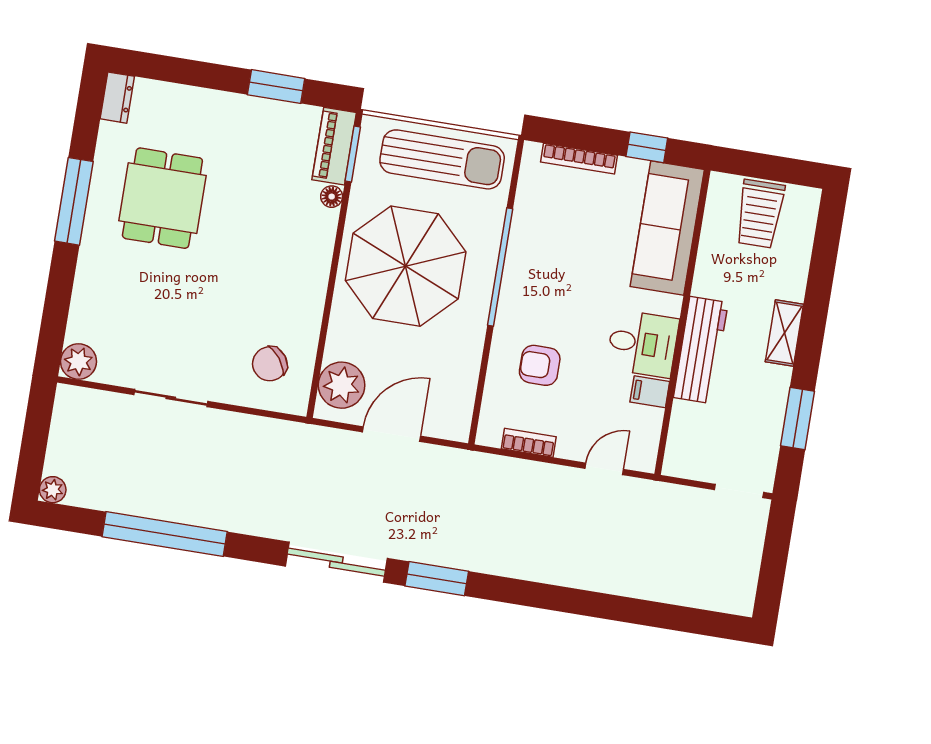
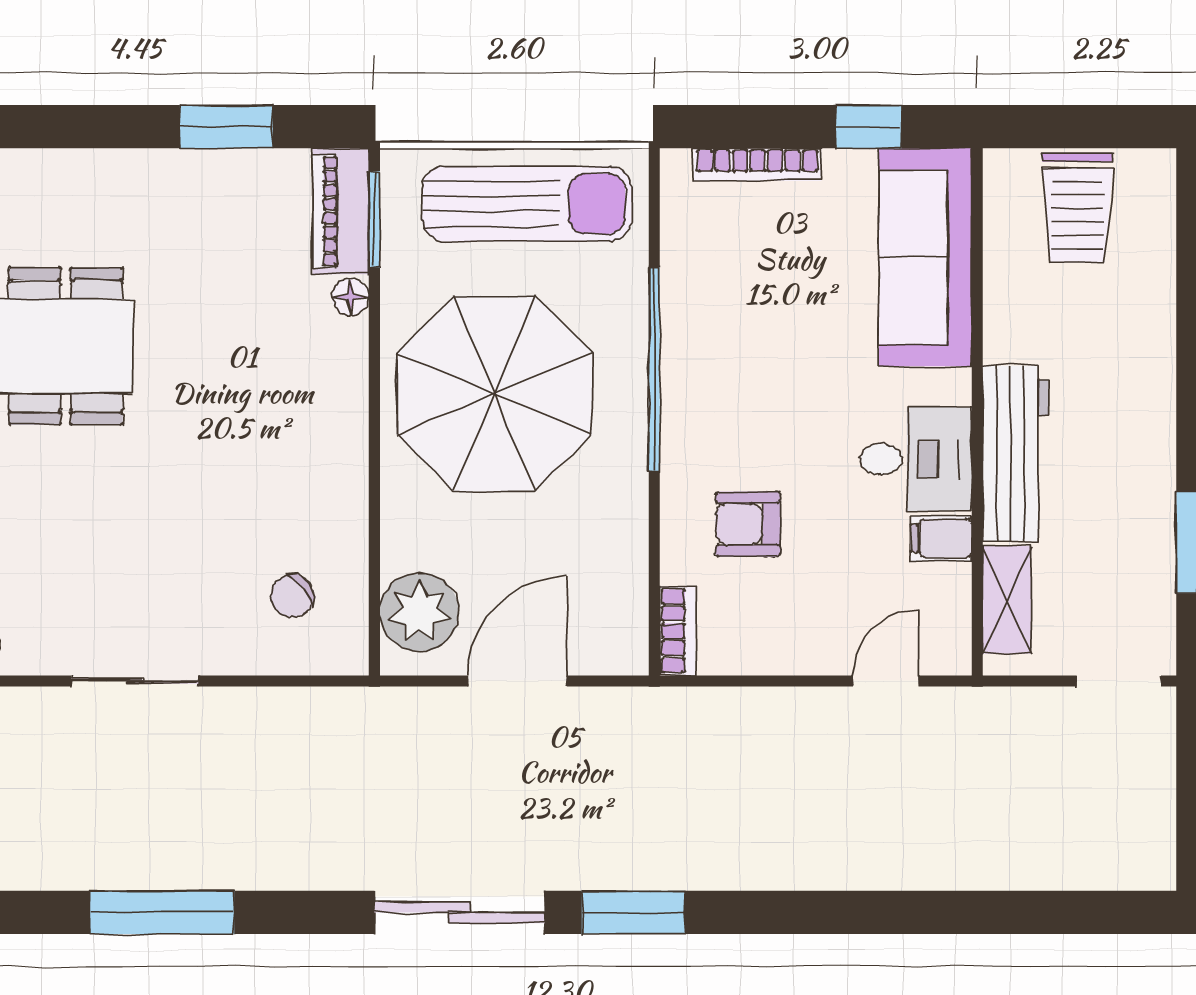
shelving: (784, 333) -> (1007, 600), moved
chair: (270, 364) -> (292, 596), width x0.73, depth x0.73
bookcase: (529, 443) -> (677, 631), moved, turned 90
window: (165, 534) -> (162, 912), width x0.68

